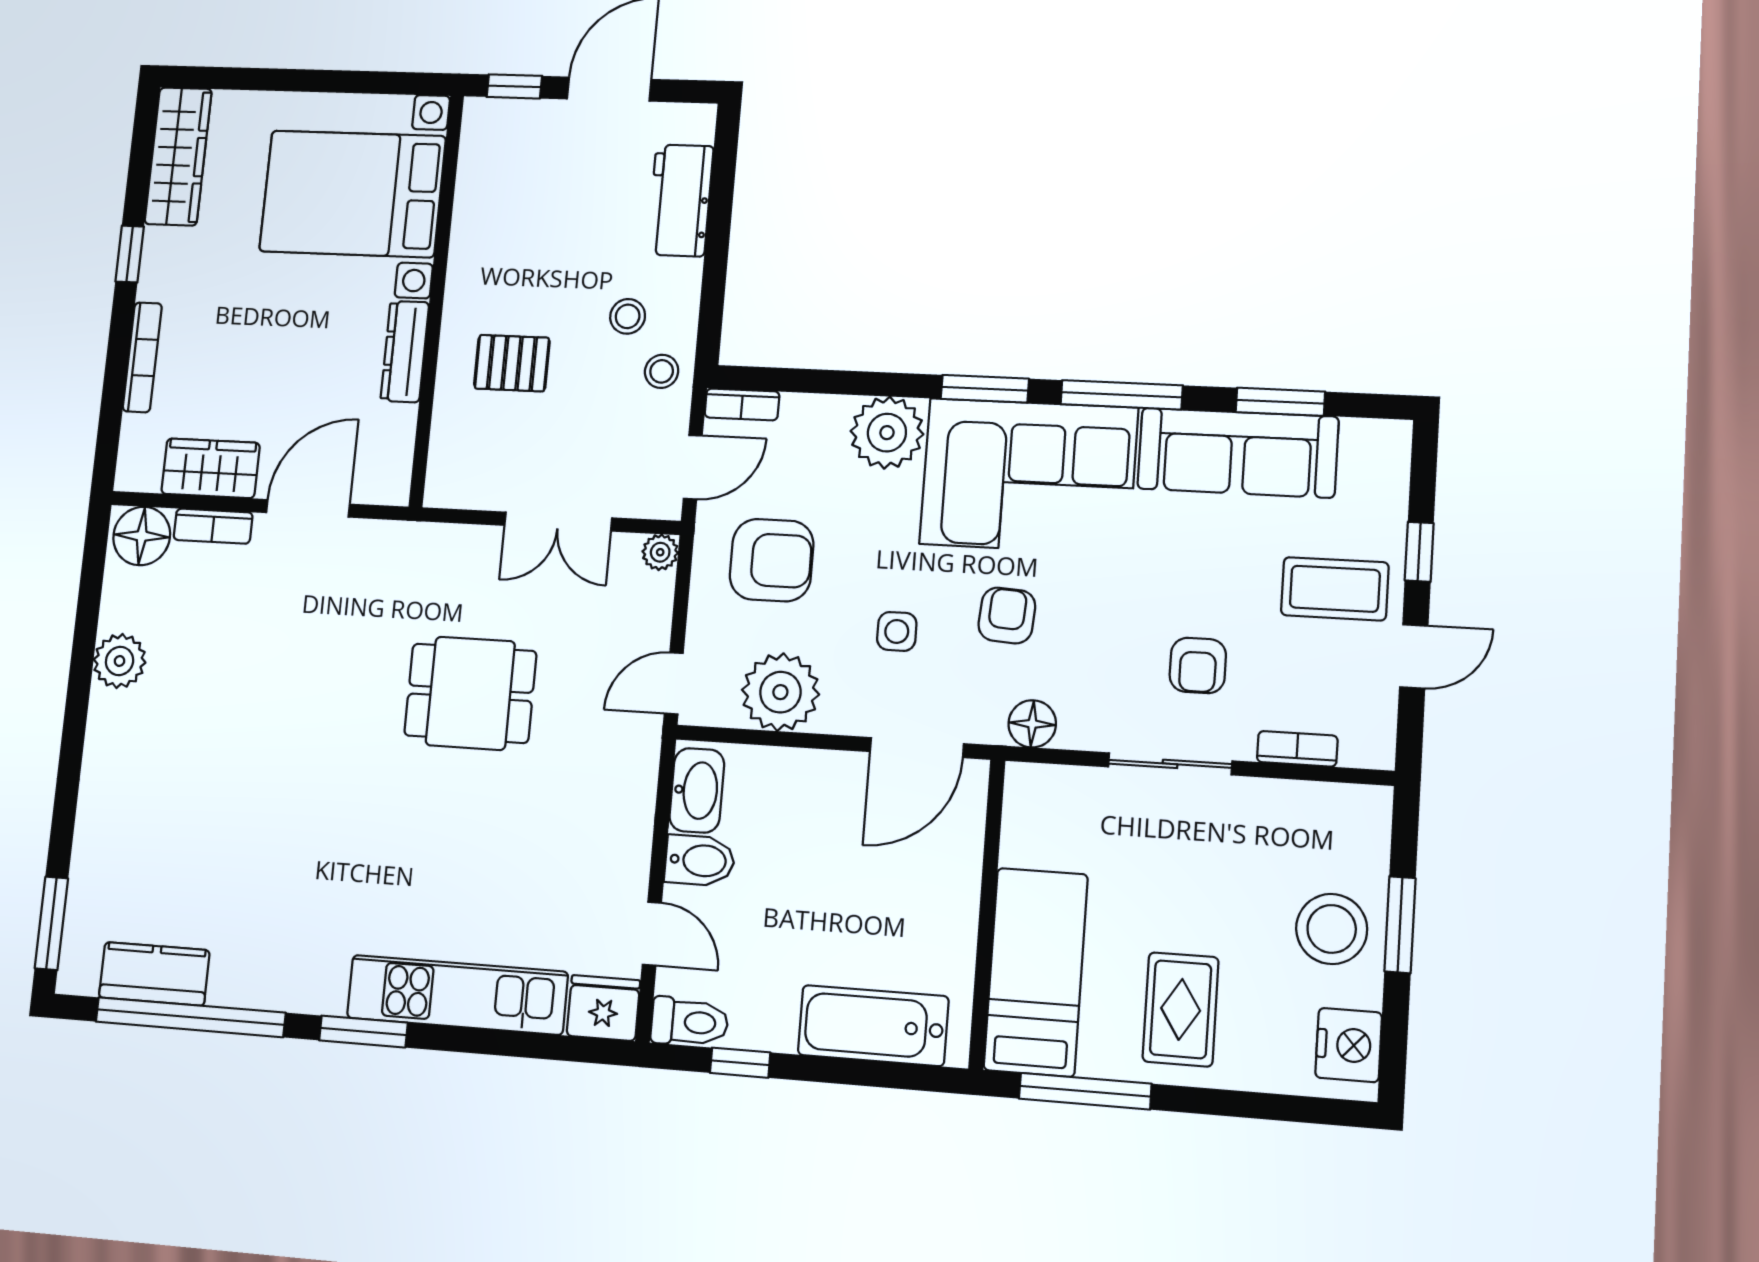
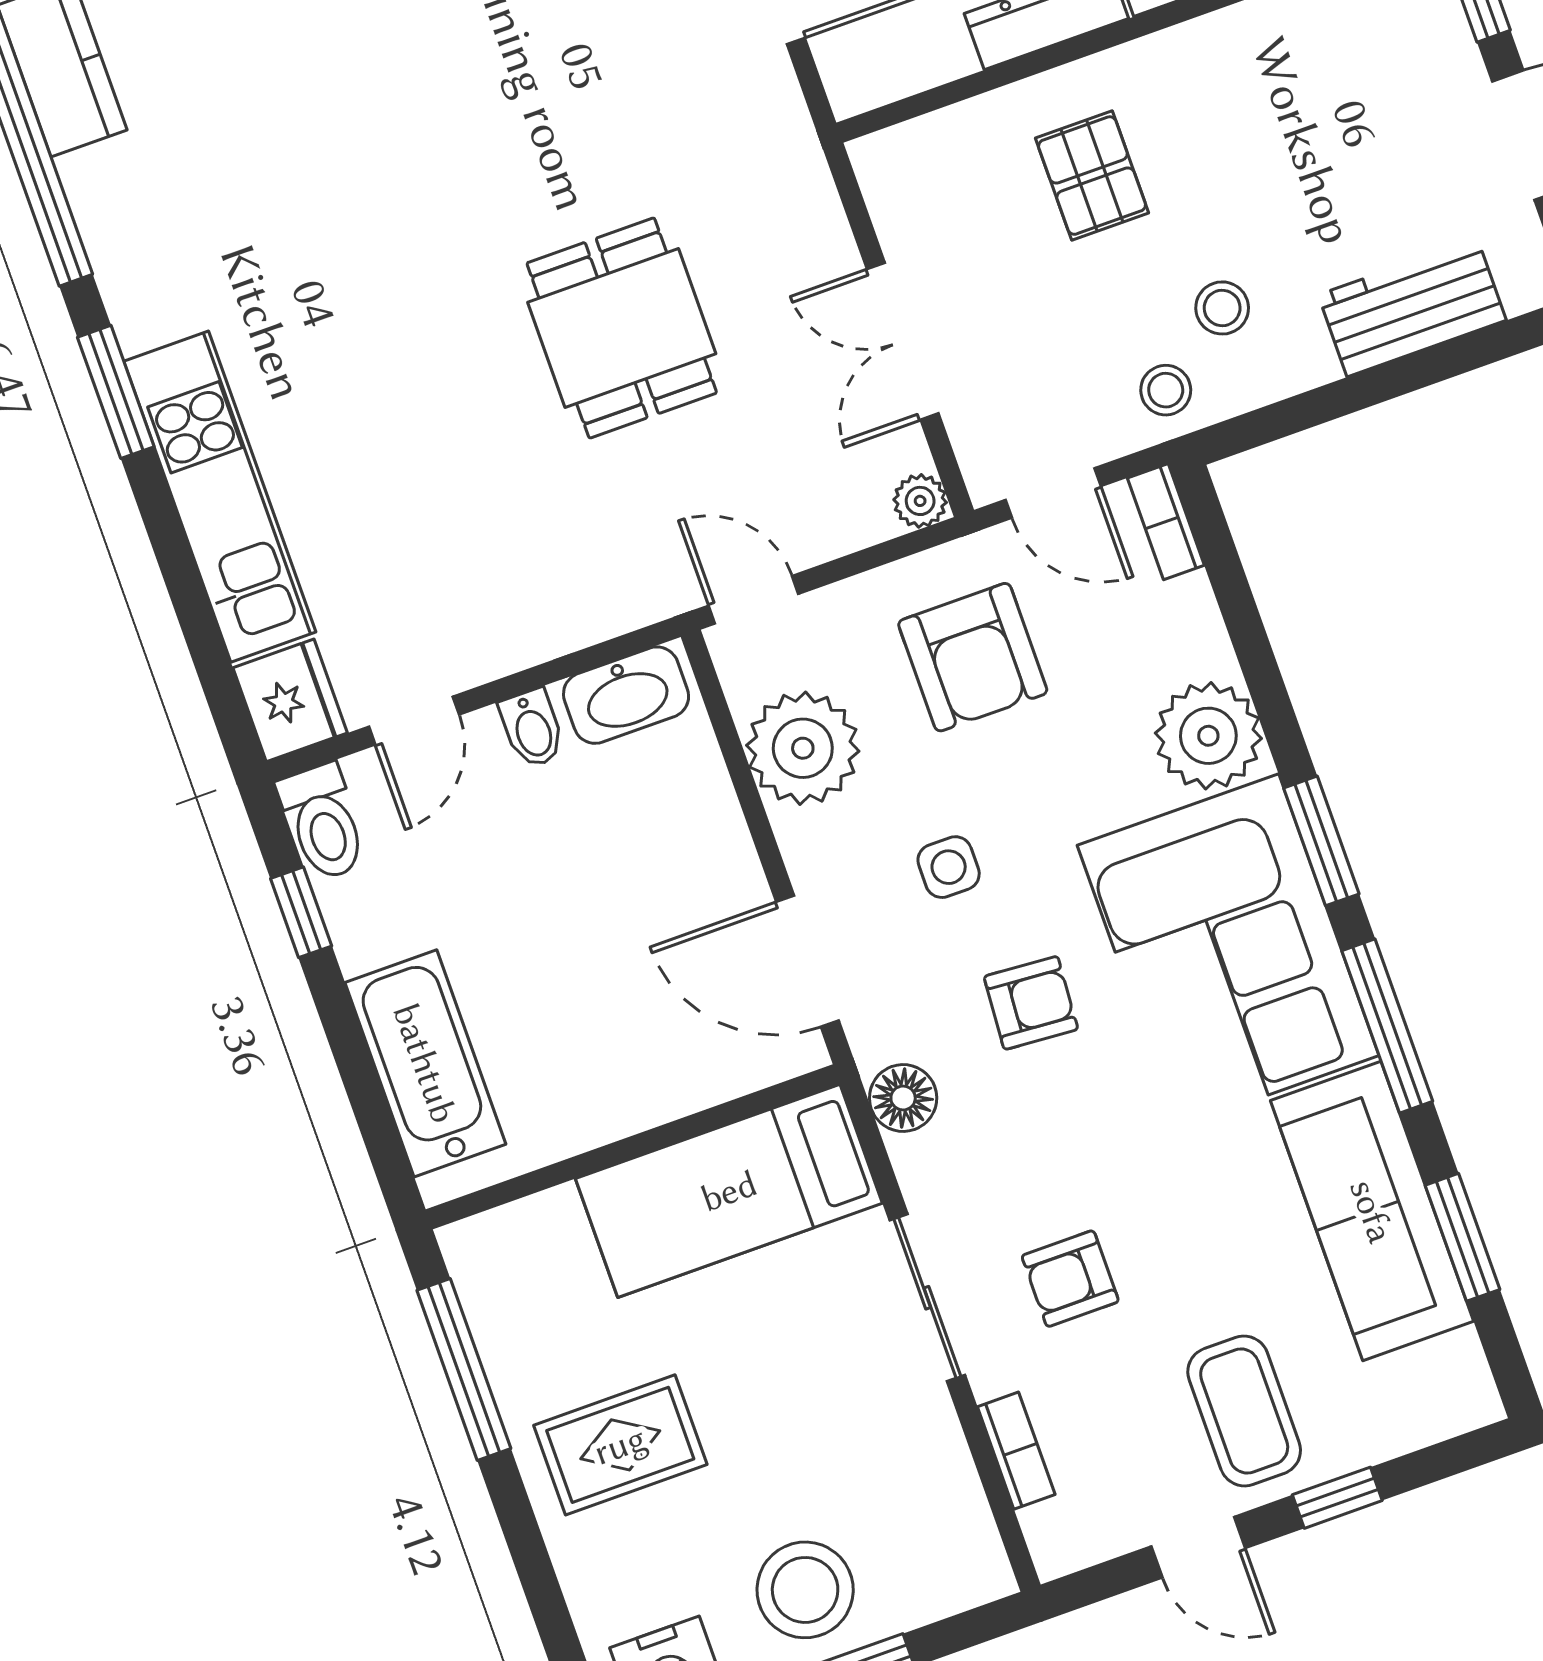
bidet: (700, 860) -> (532, 728), width x0.72, depth x0.74
bed: (1036, 972) -> (729, 1191), moved, turned 180

